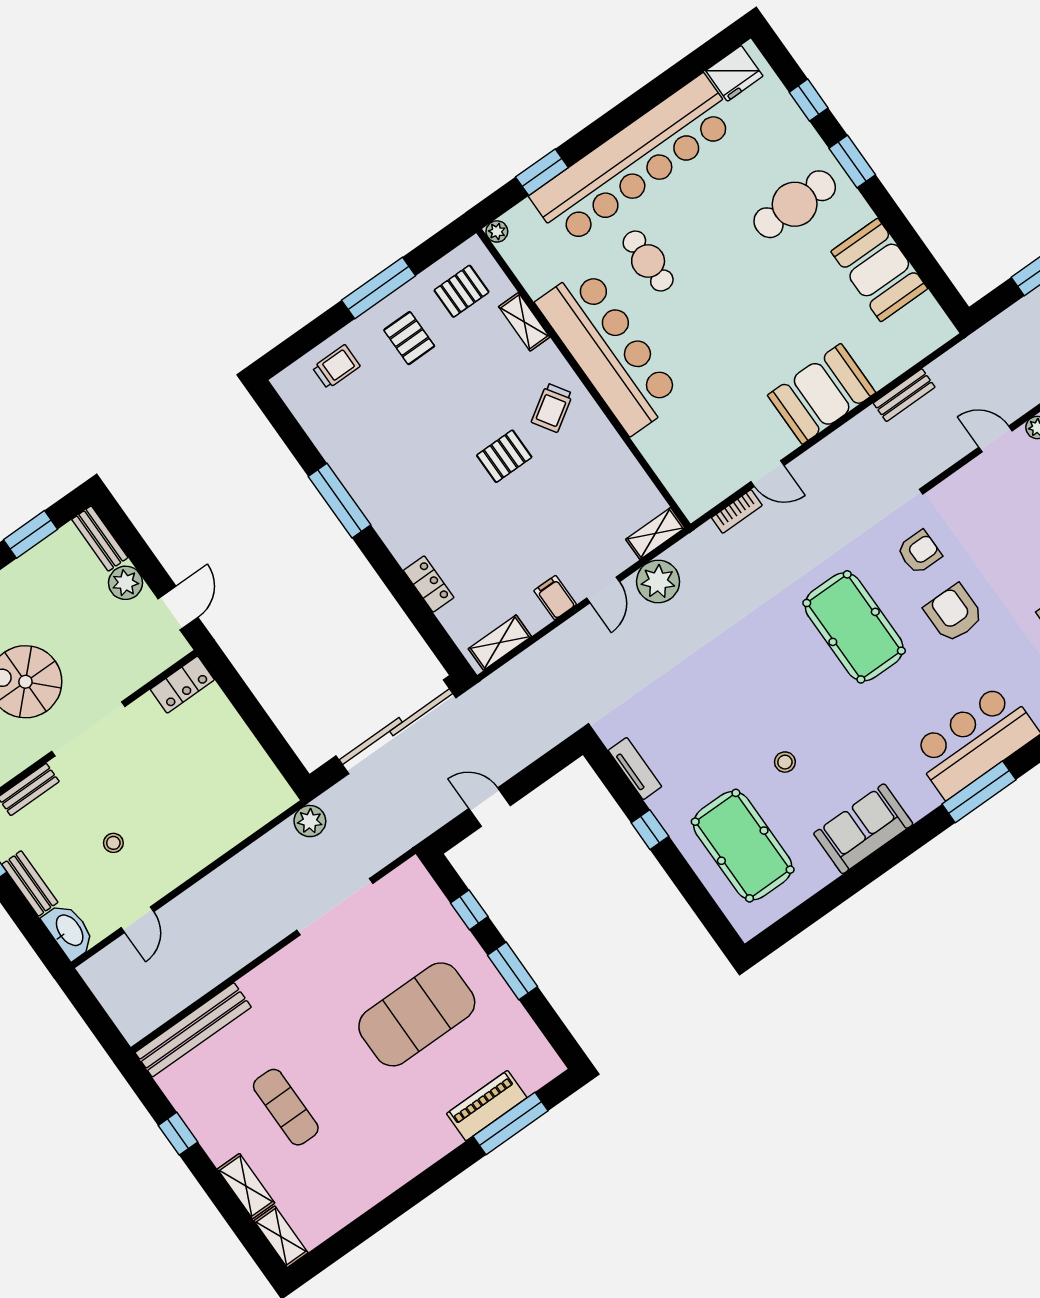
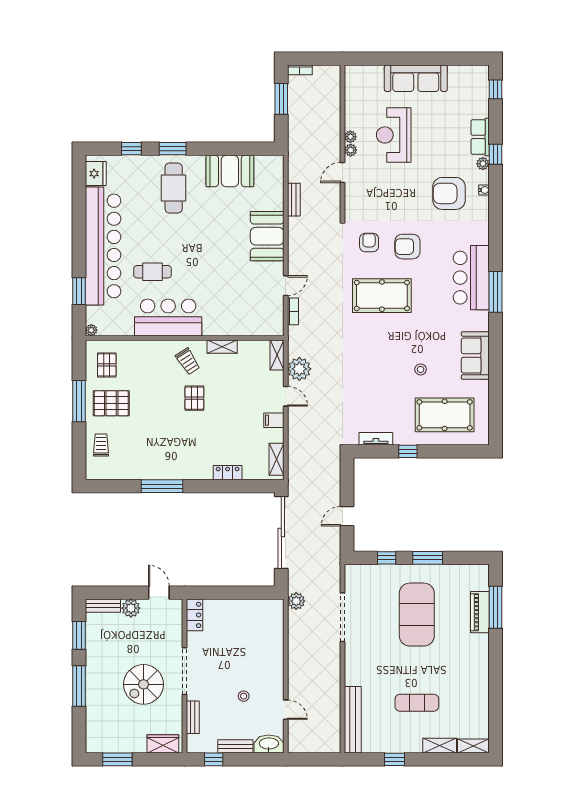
shelving: (524, 322) -> (222, 347), moved
pallet: (409, 338) -> (111, 403), width x1.50, depth x1.42
bar counter: (609, 350) -> (168, 317), width x0.73

